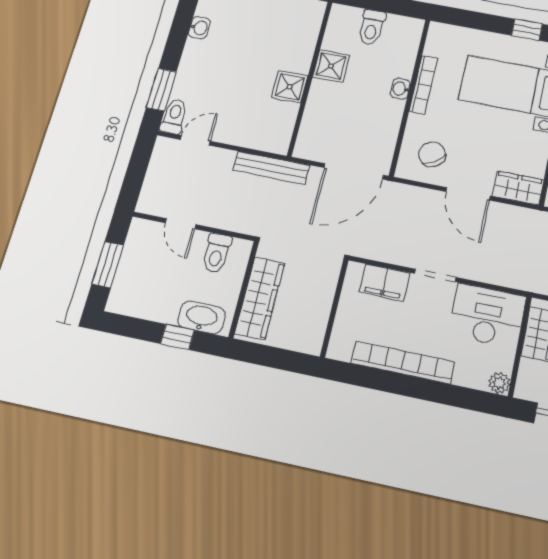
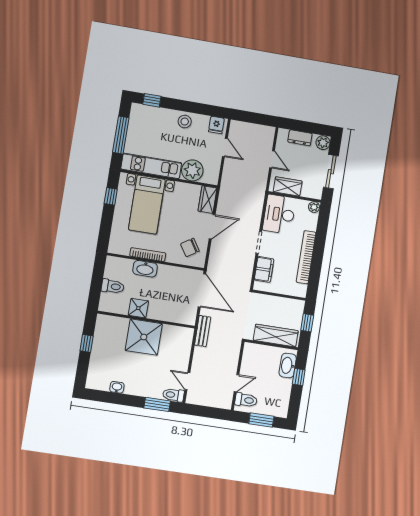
shower: (290, 87) -> (144, 337), width x1.86, depth x1.86
washbasin: (400, 89) -> (145, 269), width x1.91, depth x1.45
bench: (271, 168) -> (203, 331), width x0.73
toilet: (217, 253) -> (246, 400), moved
window: (278, 358) -> (307, 323), added

